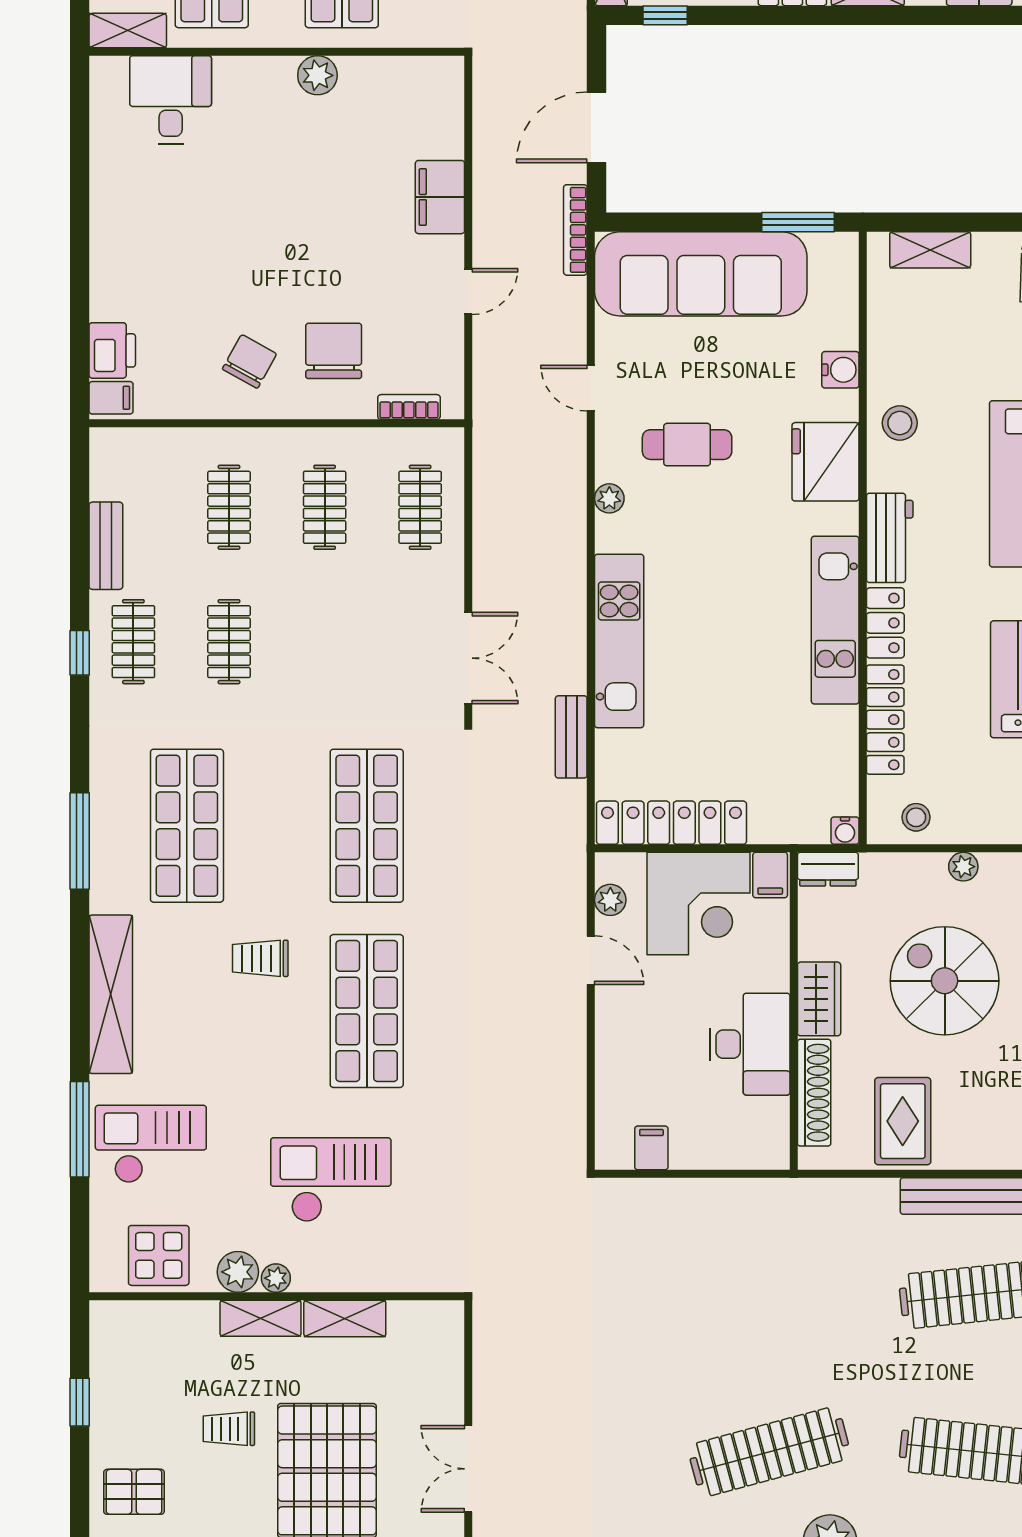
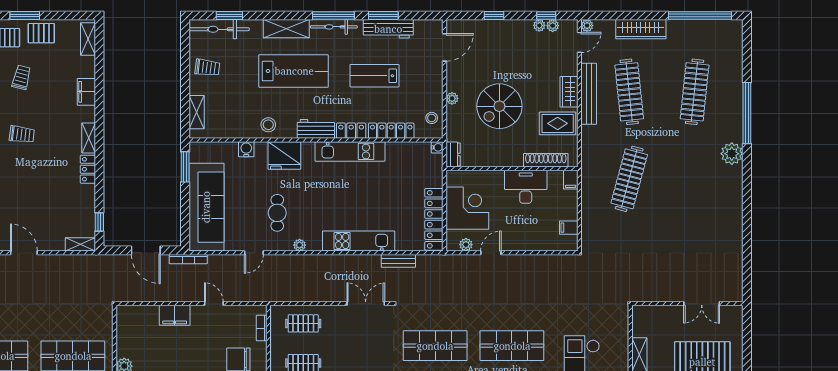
filing cabinet: (770, 875) -> (571, 180), moved, turned 90
wardrobe: (819, 999) -> (569, 92), moved, turned -90
clothes rail: (769, 1452) -> (629, 179), moved, turned 30

